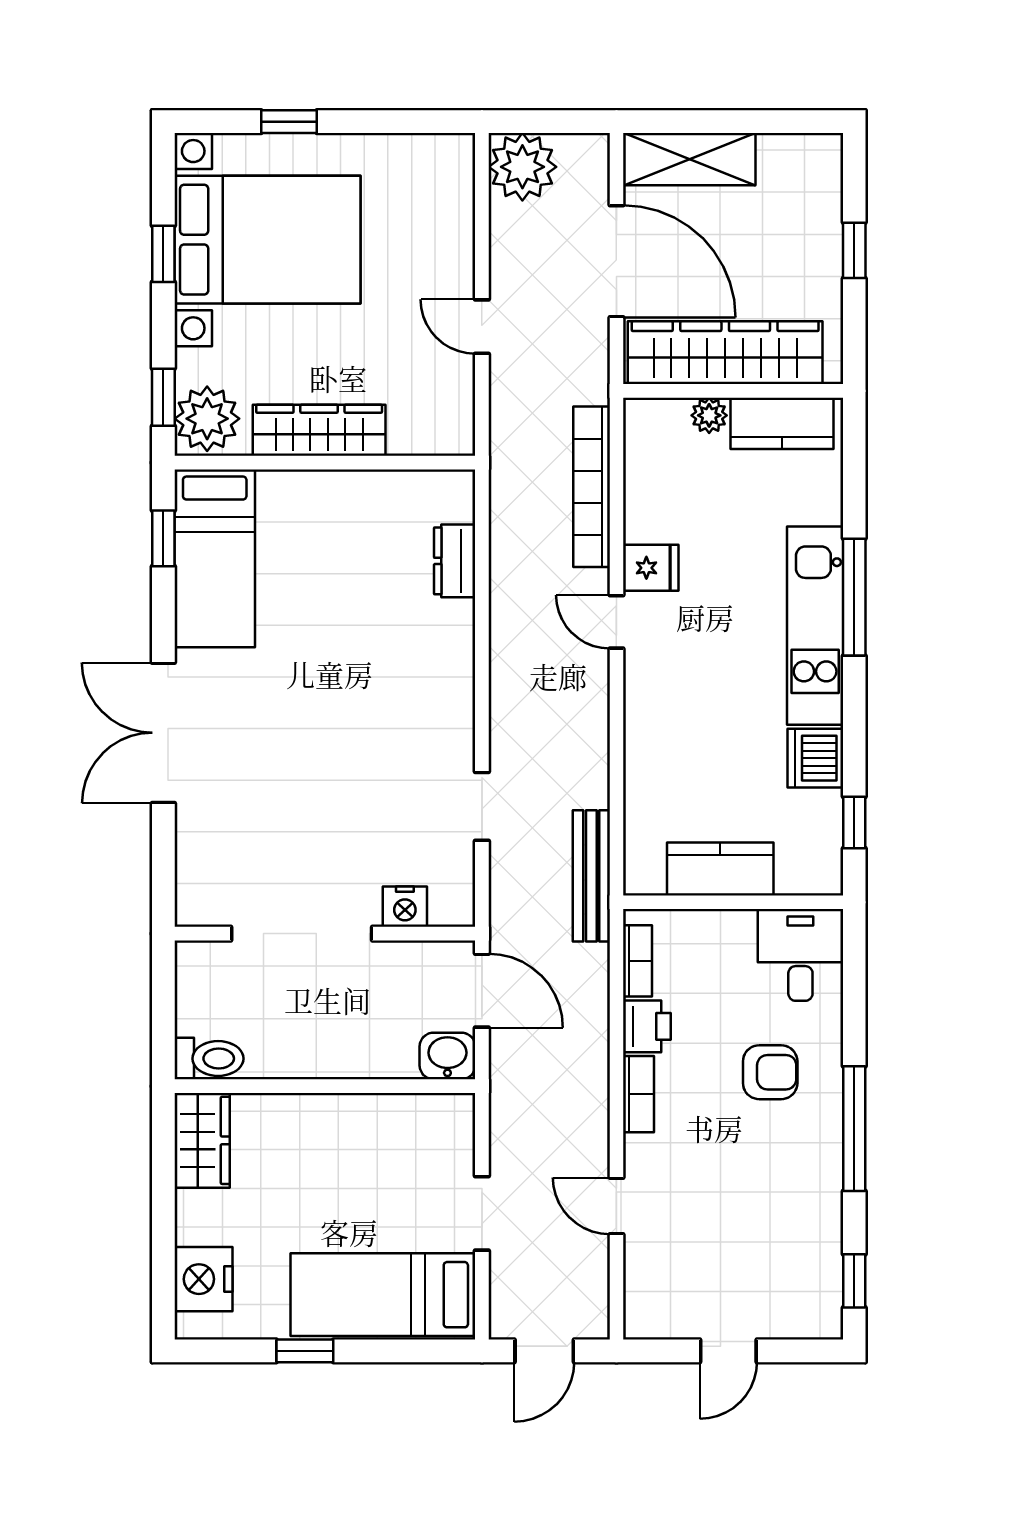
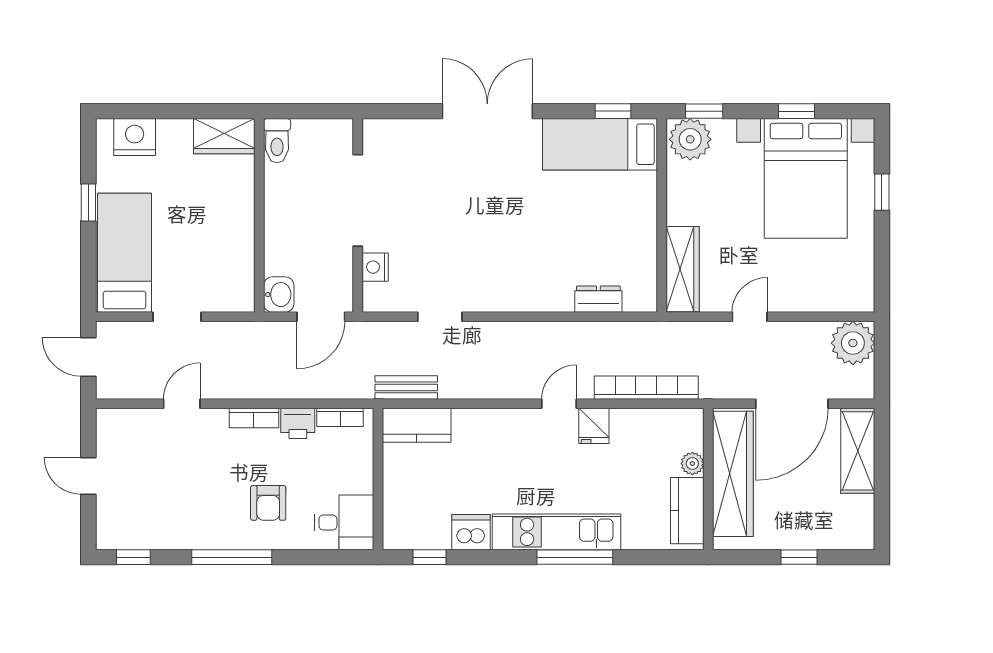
wardrobe: (319, 430) -> (683, 269), moved
kitchen counter: (720, 869) -> (417, 425), moved, turned 90
bench: (591, 876) -> (406, 387), width x0.73

